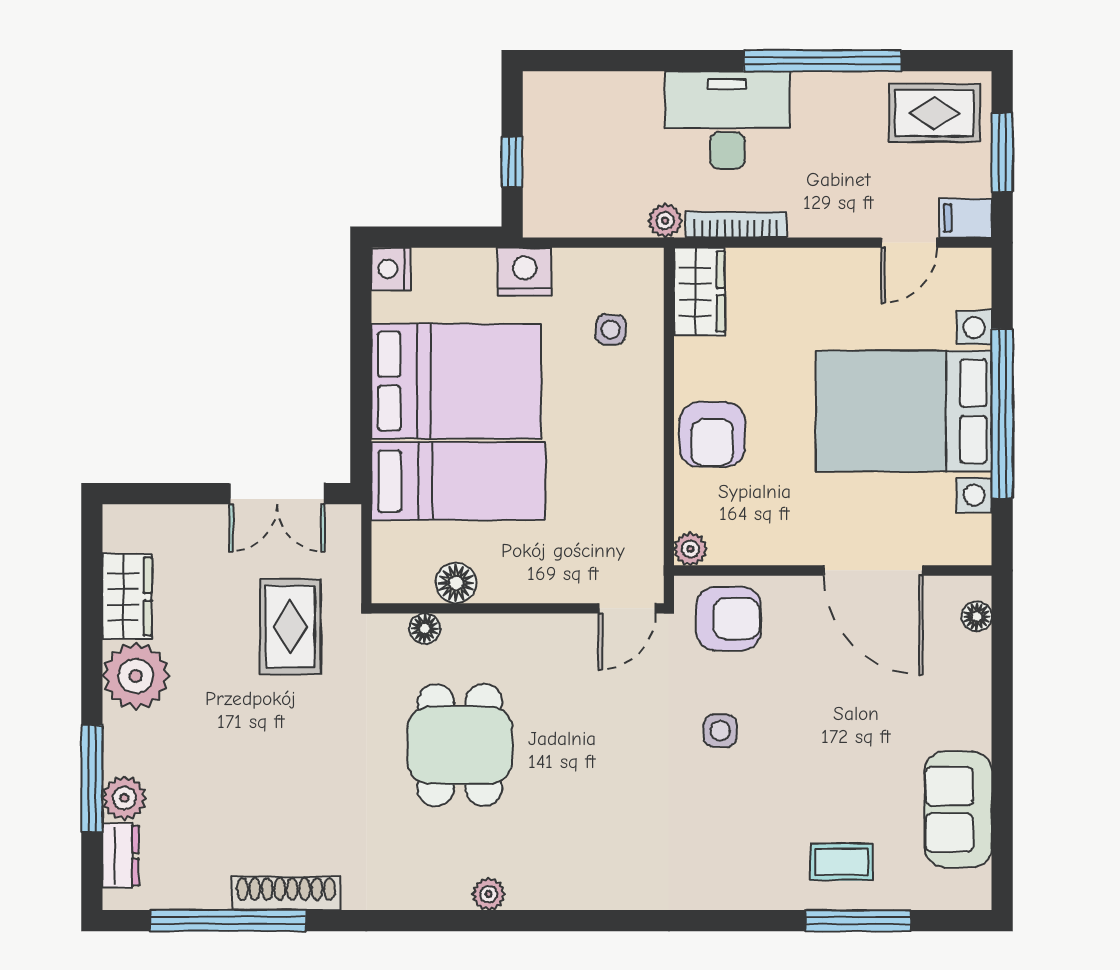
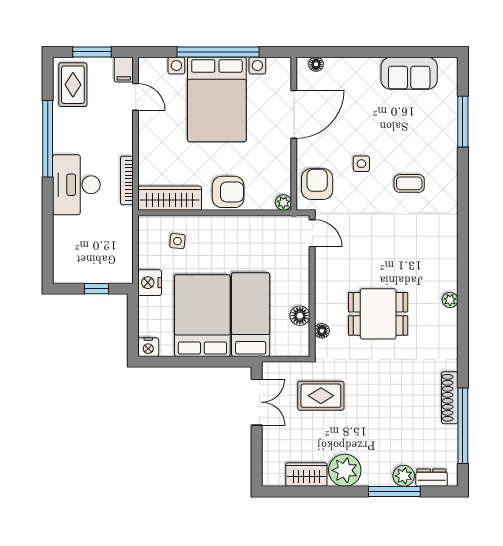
plant: (665, 221) -> (125, 215), removed
wardrobe: (699, 291) -> (170, 198), width x1.50
side table: (720, 731) -> (361, 164), moved
coffee table: (841, 862) -> (409, 183), moved, turned 90

